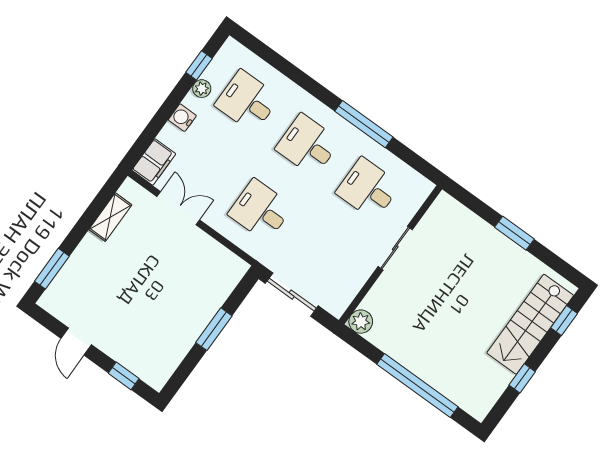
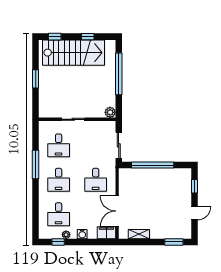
double door: (178, 208) -> (117, 211), width x1.37
stairs: (530, 324) -> (73, 53), width x1.36, depth x1.51
window: (214, 329) -> (153, 165), width x2.11

